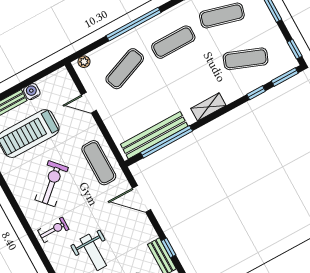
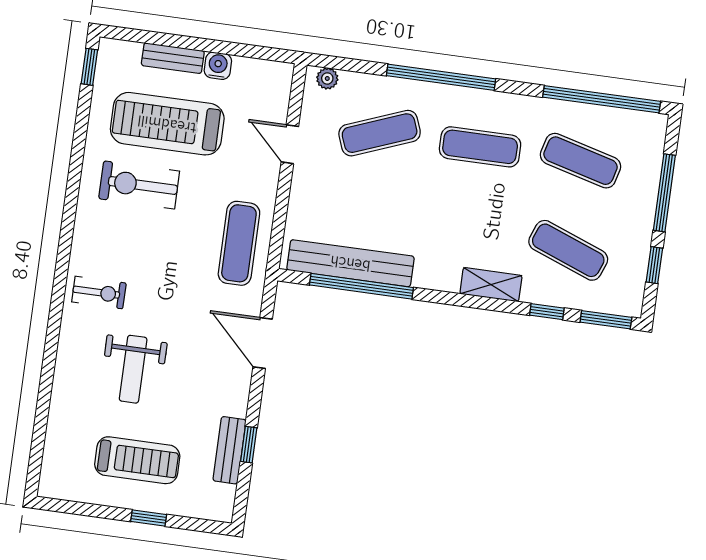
window: (295, 49) -> (654, 265), moved
shelving: (208, 107) -> (491, 285), moved
exercise bike: (52, 184) -> (139, 185), moved, turned -138

